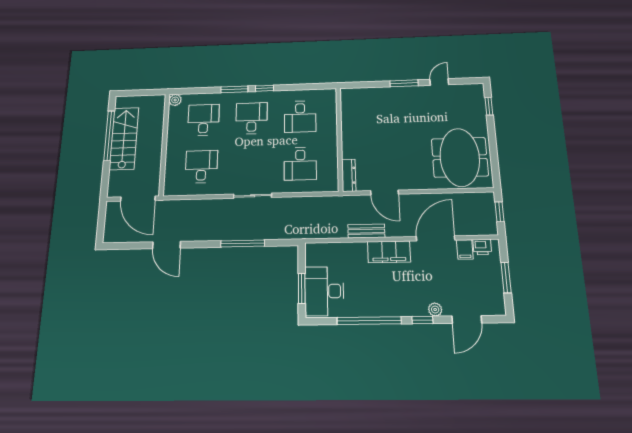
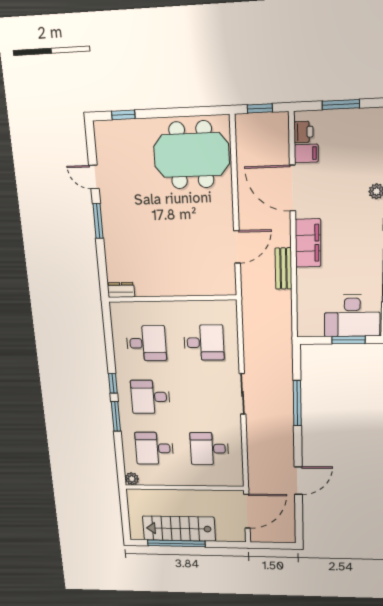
dresser: (349, 175) -> (121, 290), moved, width x0.70

